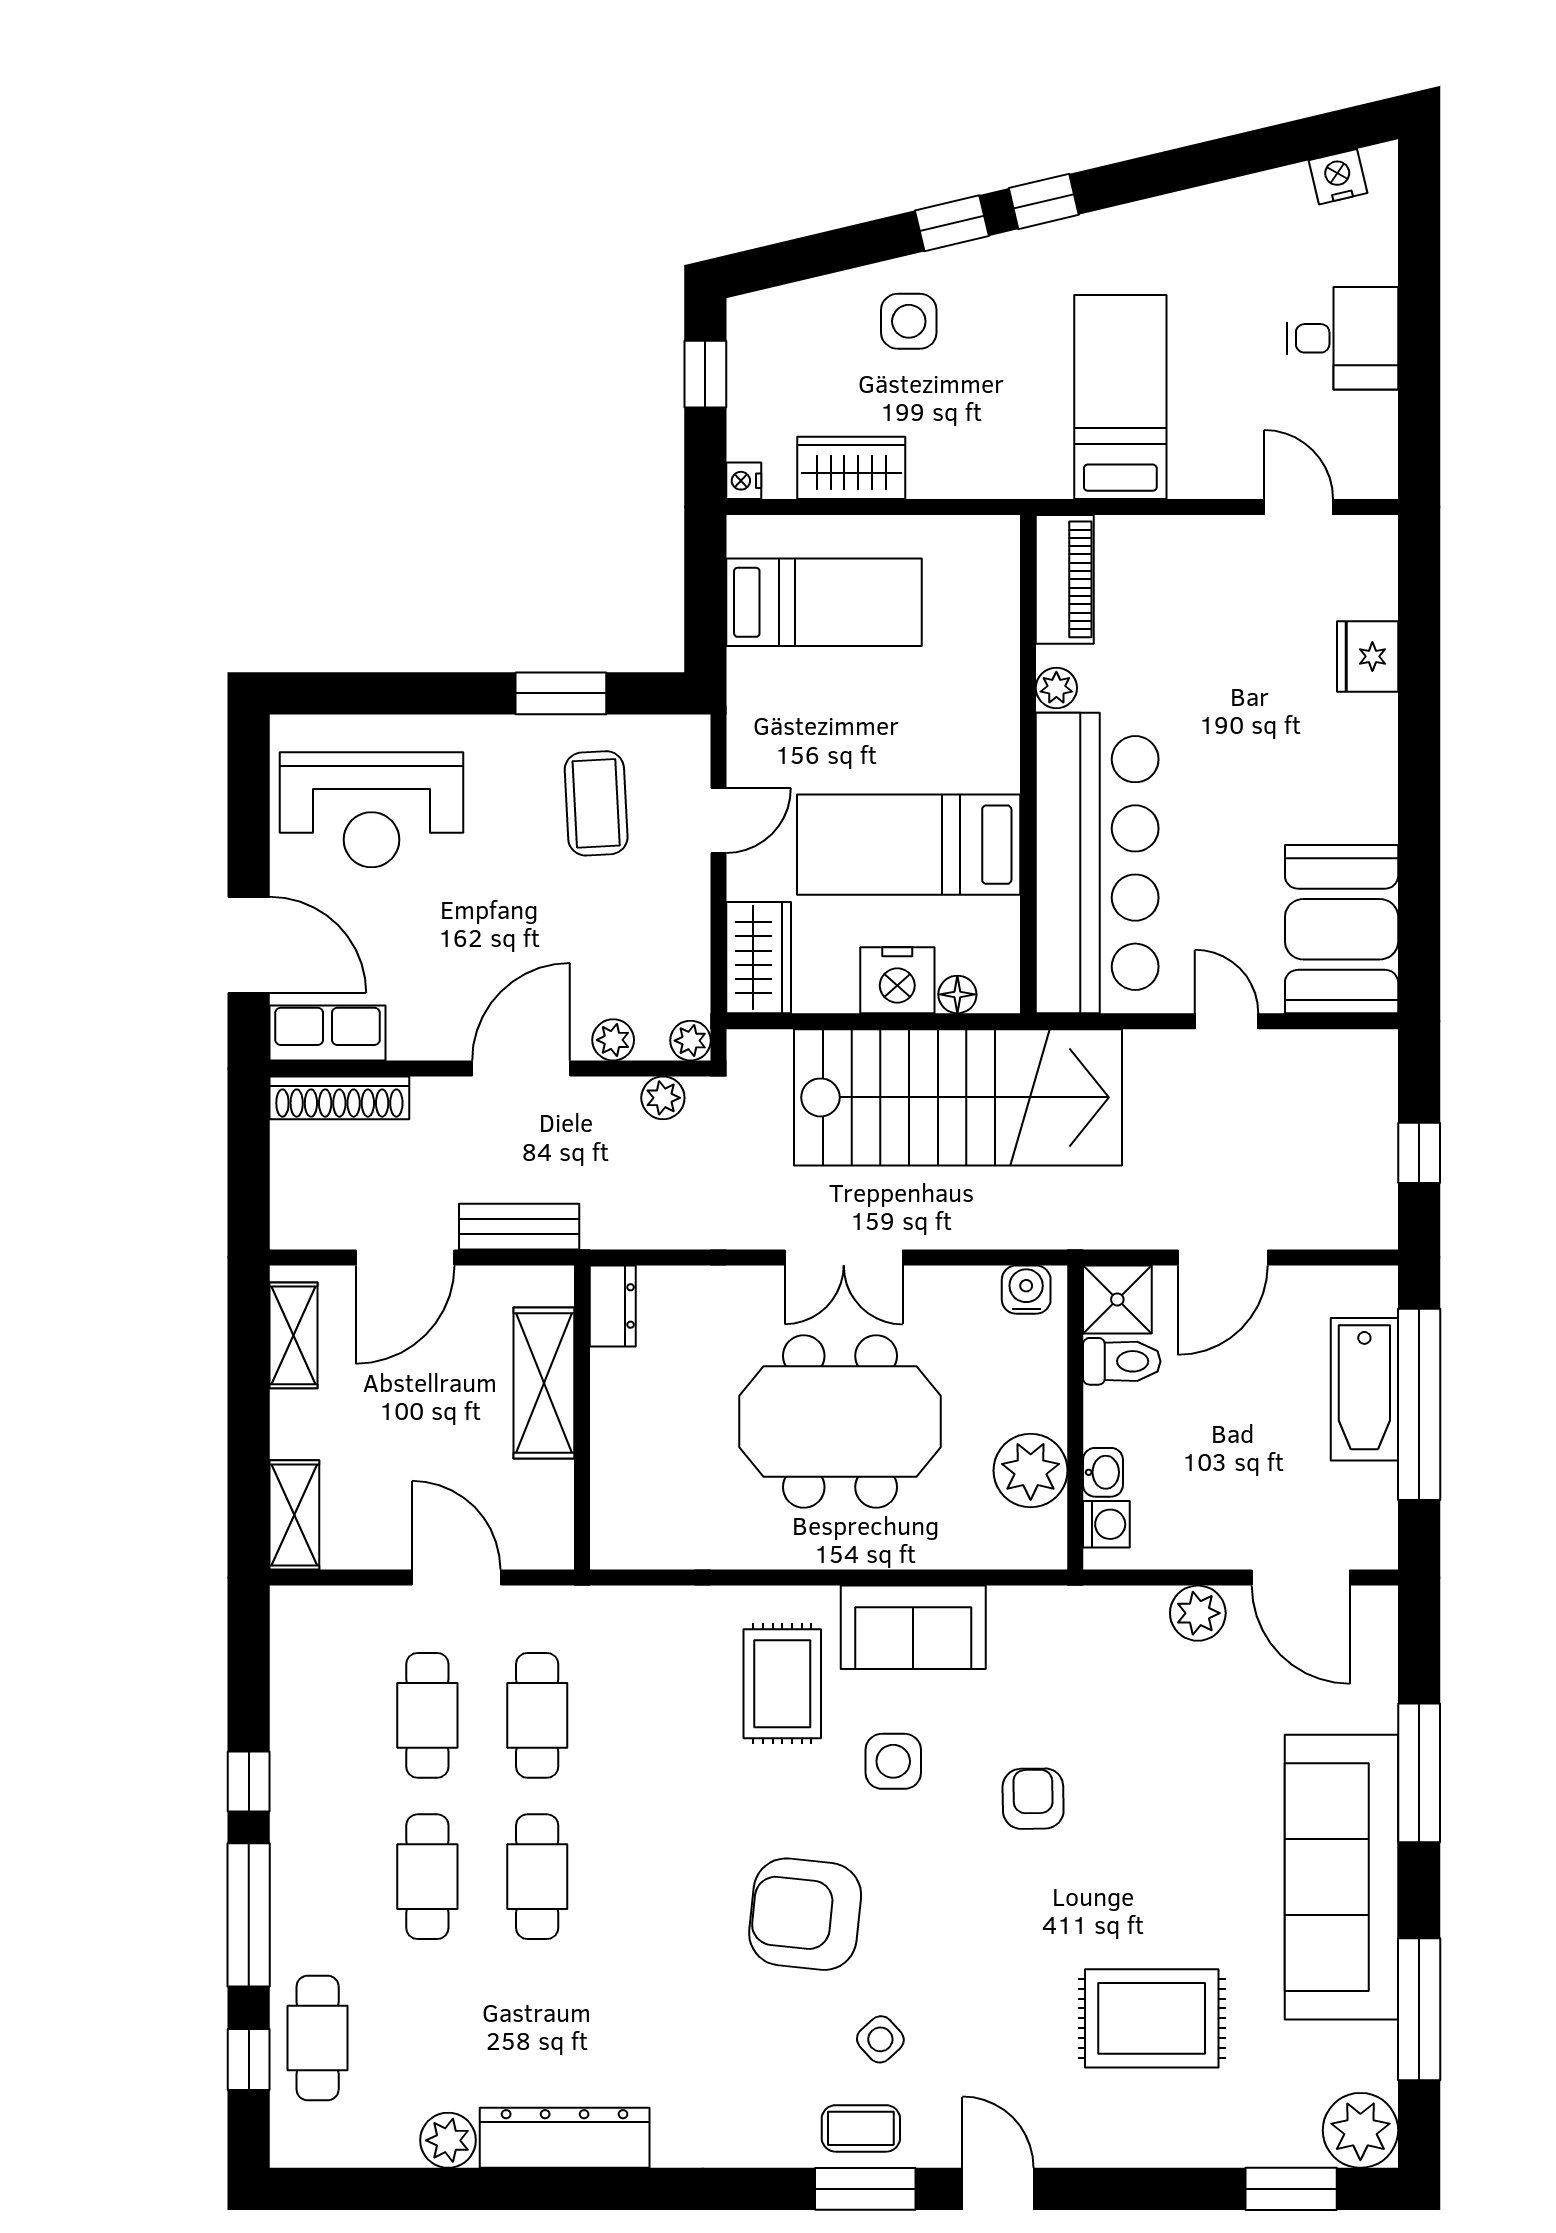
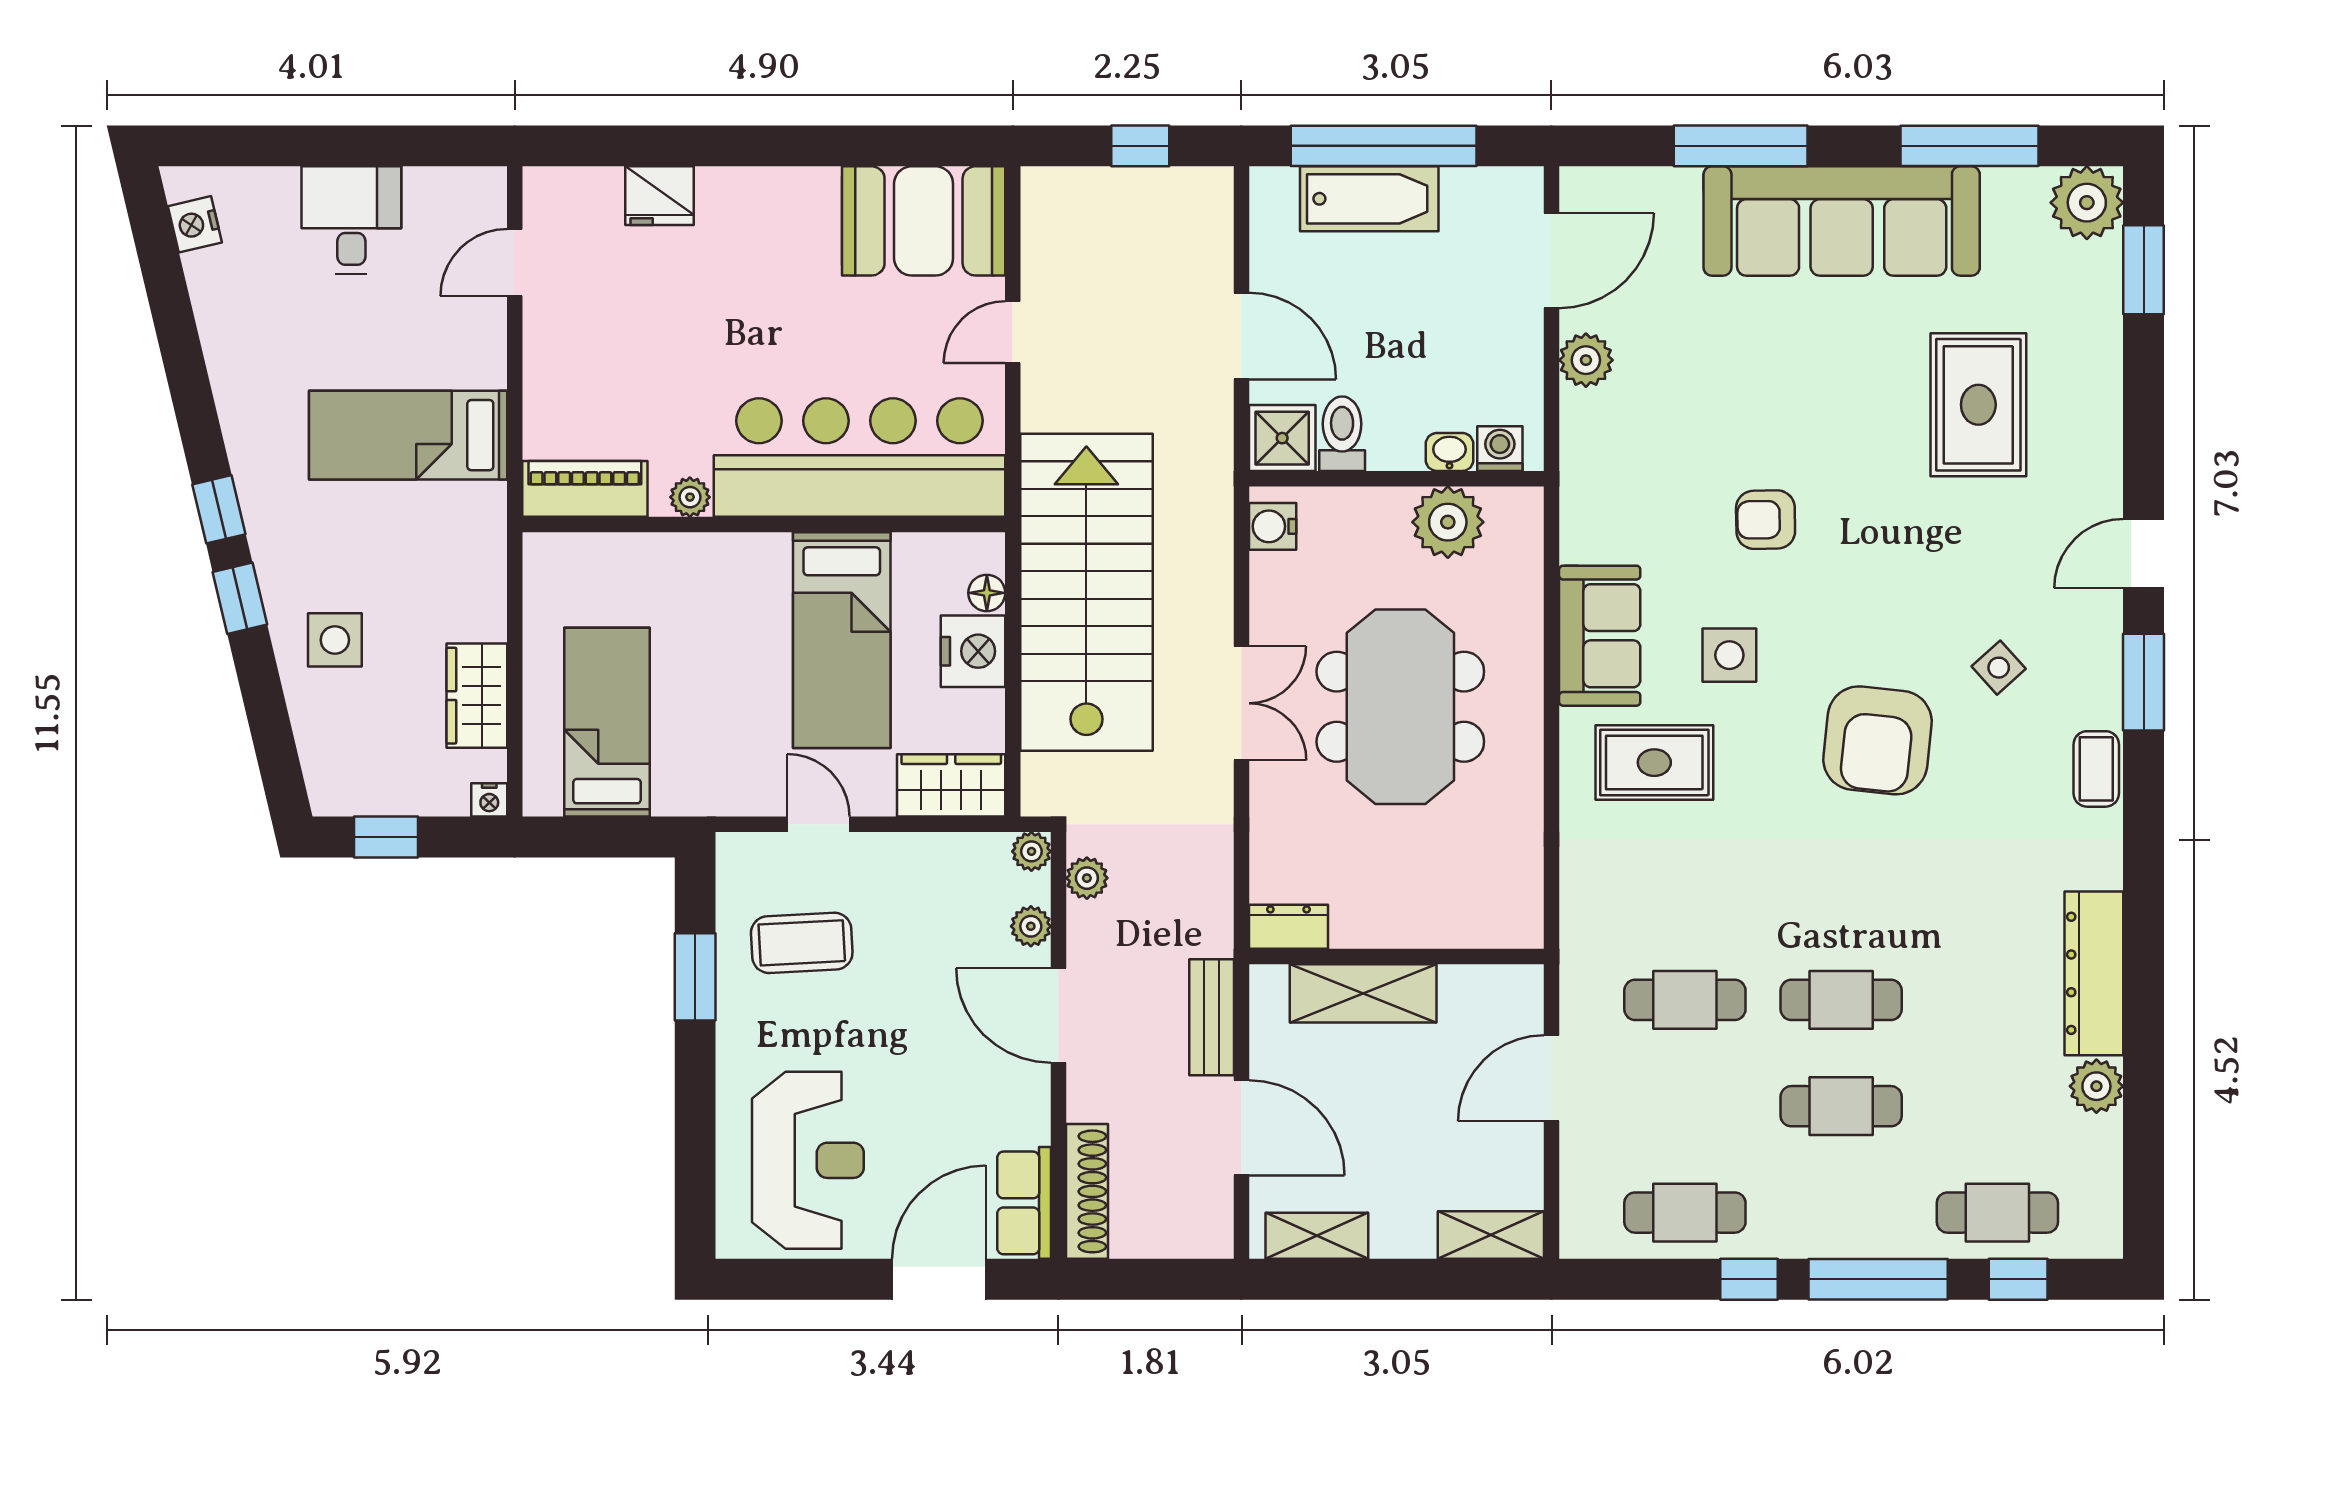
cafe table: (427, 1715) -> (1685, 1213), moved
coffee table: (861, 2128) -> (2096, 769), moved

